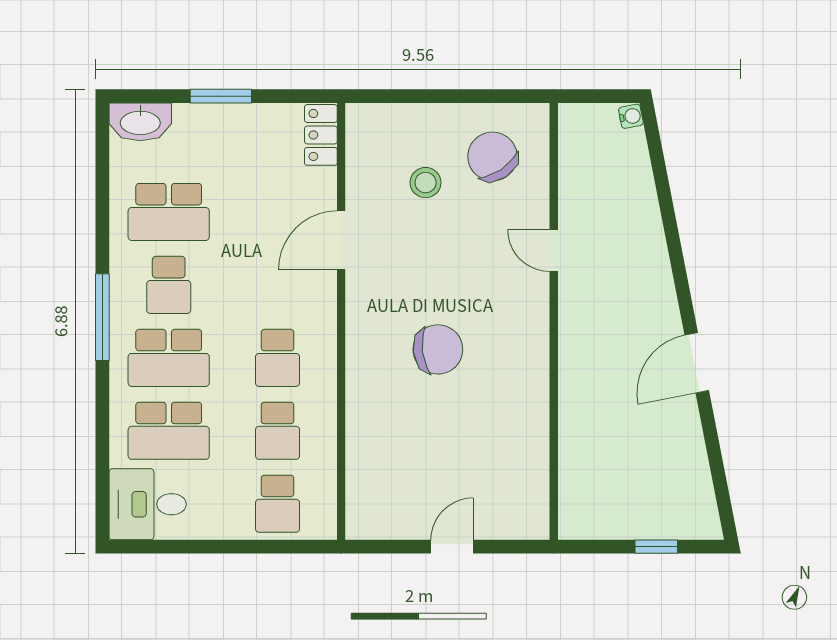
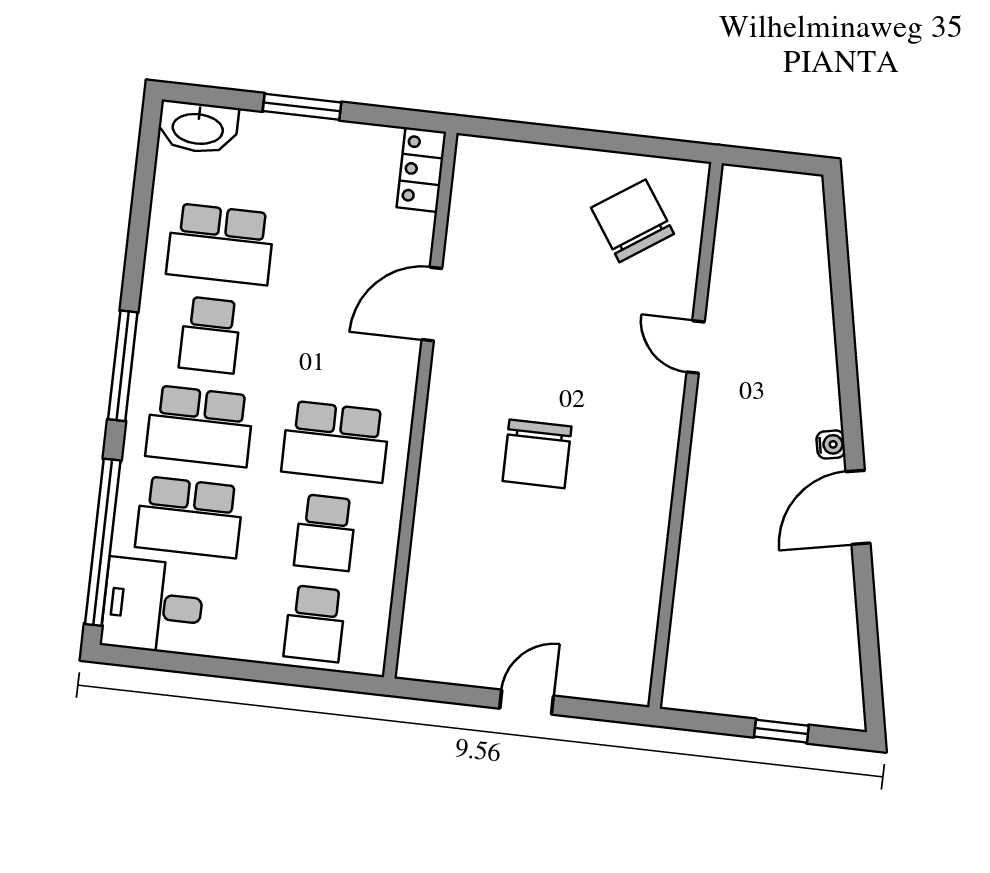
water cooler: (631, 116) -> (831, 445), moved
stool: (426, 183) -> (545, 244), removed
chair: (438, 349) -> (537, 454), turned 97
school desk: (278, 358) -> (336, 442), width x1.85
window: (102, 459) -> (103, 542), added

